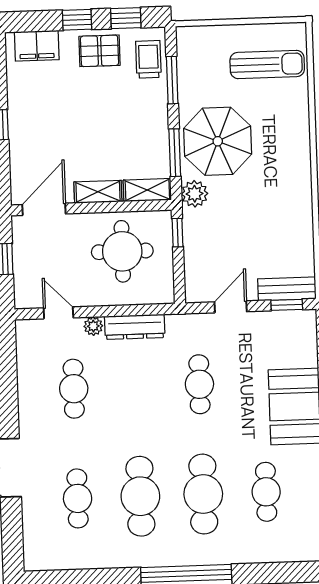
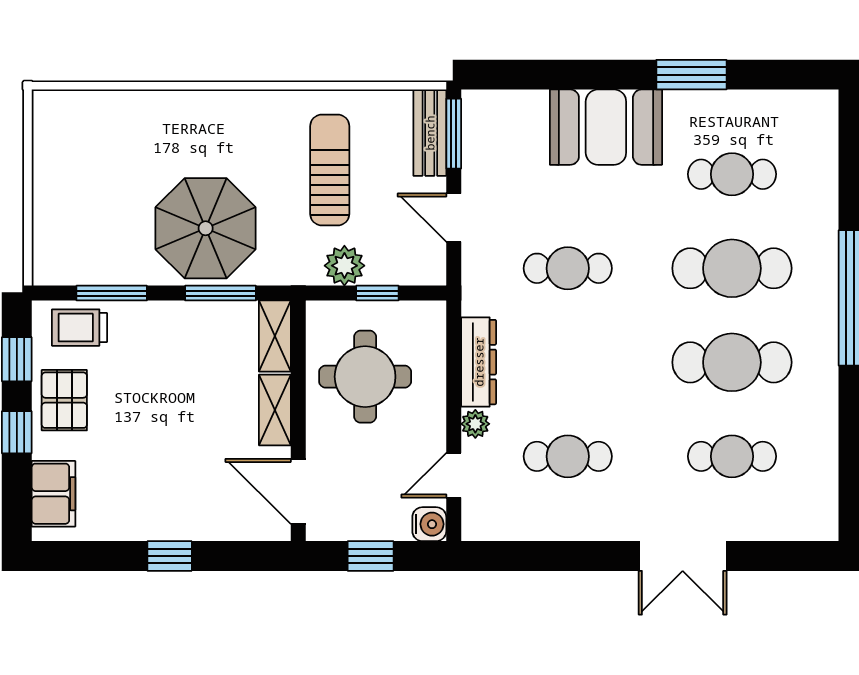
sun lounger: (267, 64) -> (330, 170), moved
plant: (195, 194) -> (344, 266), moved
window: (178, 233) -> (377, 293), moved
water cooler: (25, 298) -> (429, 524), added
window: (287, 305) -> (454, 134), width x1.50

